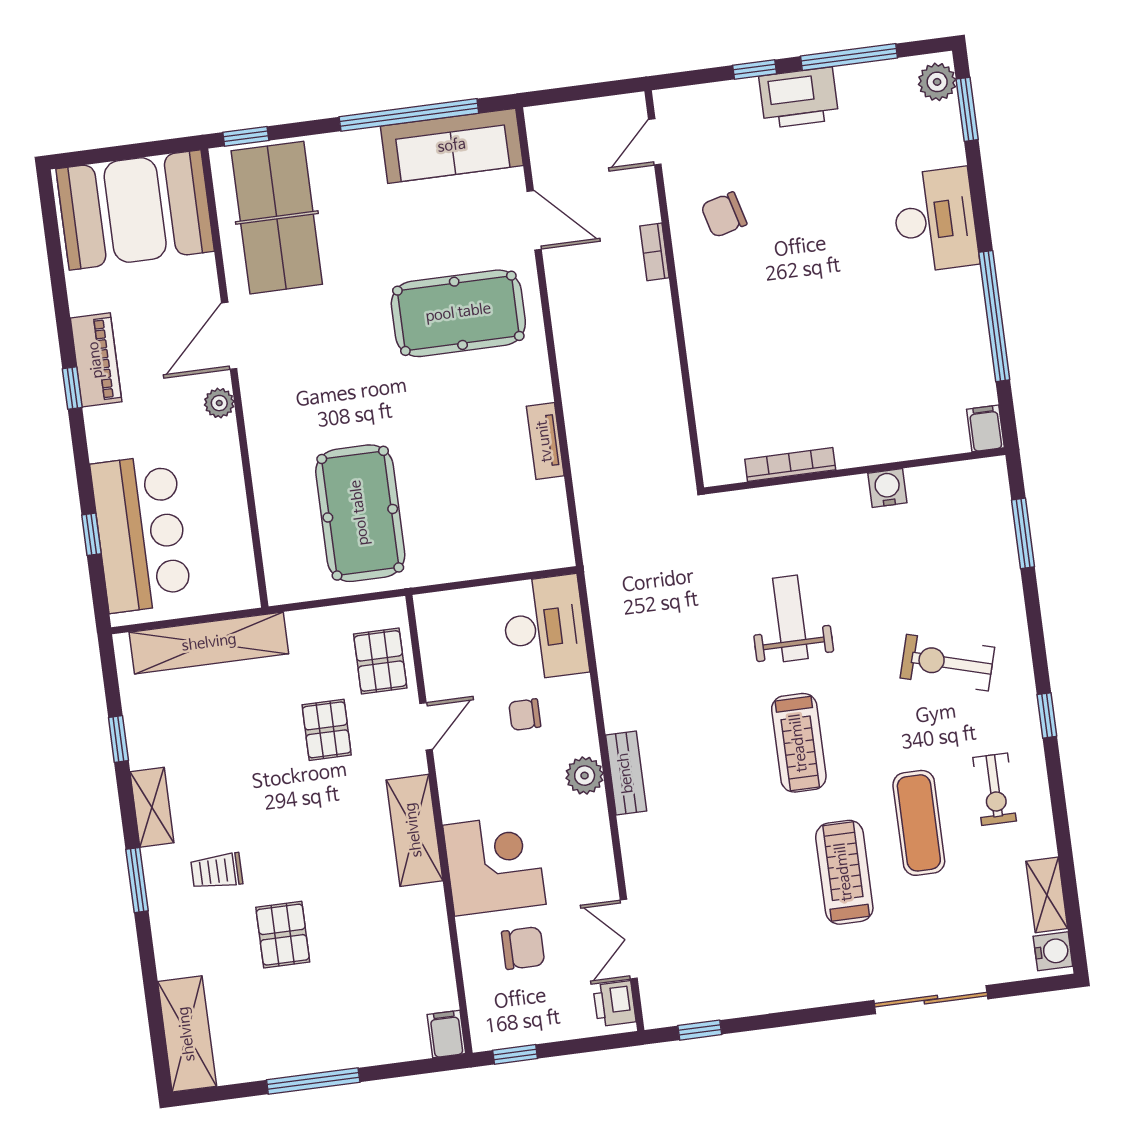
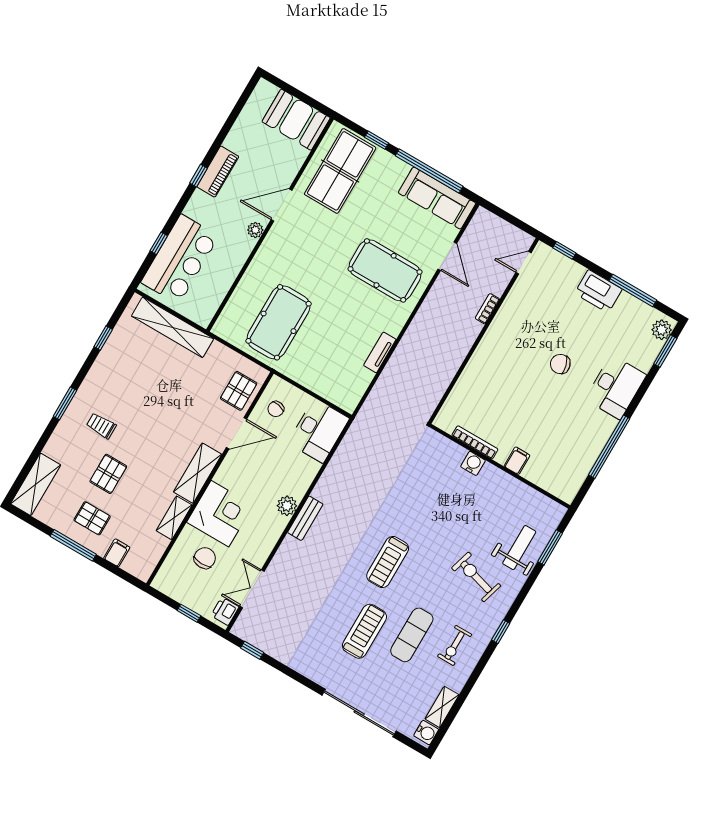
window: (755, 69) -> (564, 250), moved
window: (246, 136) -> (377, 140), moved
booth: (135, 210) -> (296, 120), width x0.73, depth x0.70
chair: (724, 215) -> (560, 364), moved
filing cabinet: (985, 428) -> (517, 461), moved
water cooler: (887, 488) -> (473, 463), moved
weight bench: (790, 618) -> (519, 548), moved
chair: (525, 715) -> (276, 409), moved, turned -79
door: (426, 726) -> (237, 433), width x1.38
pallet: (327, 730) -> (92, 518), moved, turned 90
shelving: (152, 807) -> (174, 518), moved
chair: (523, 948) -> (205, 558), turned -89
sliding door: (931, 1000) -> (359, 713), width x1.36
filing cabinet: (446, 1034) -> (117, 553), moved
window: (515, 1054) -> (189, 613), moved

